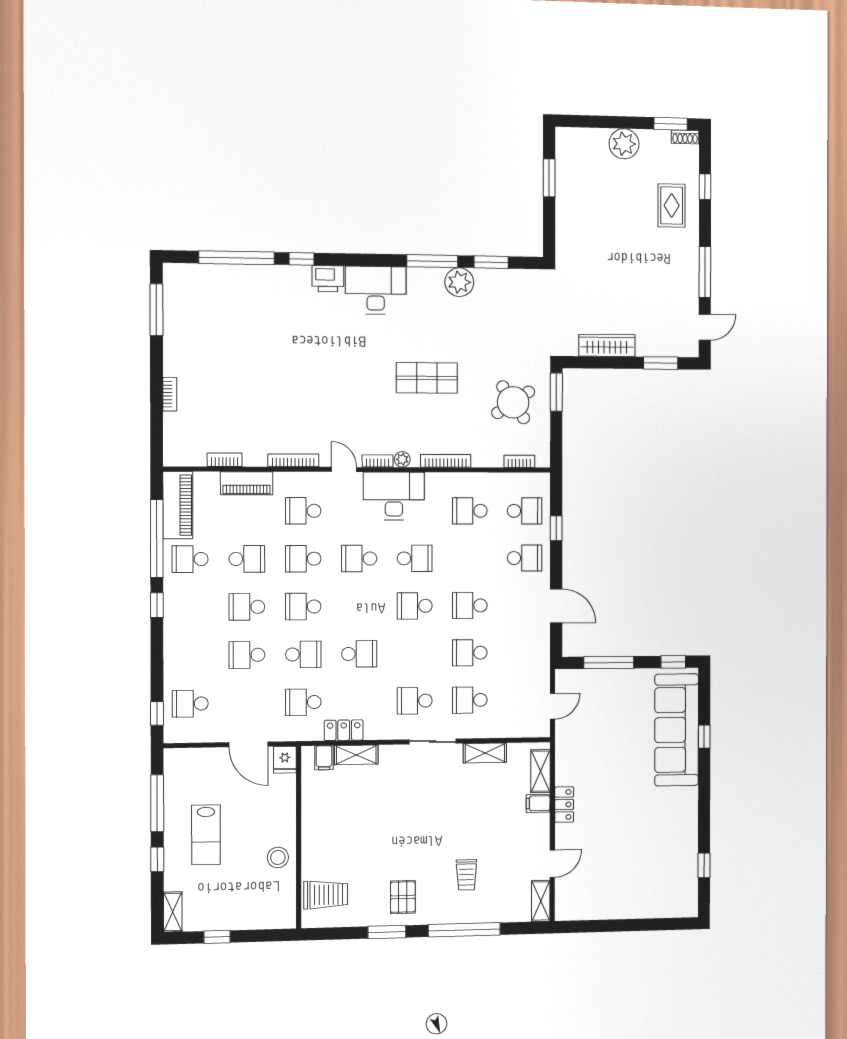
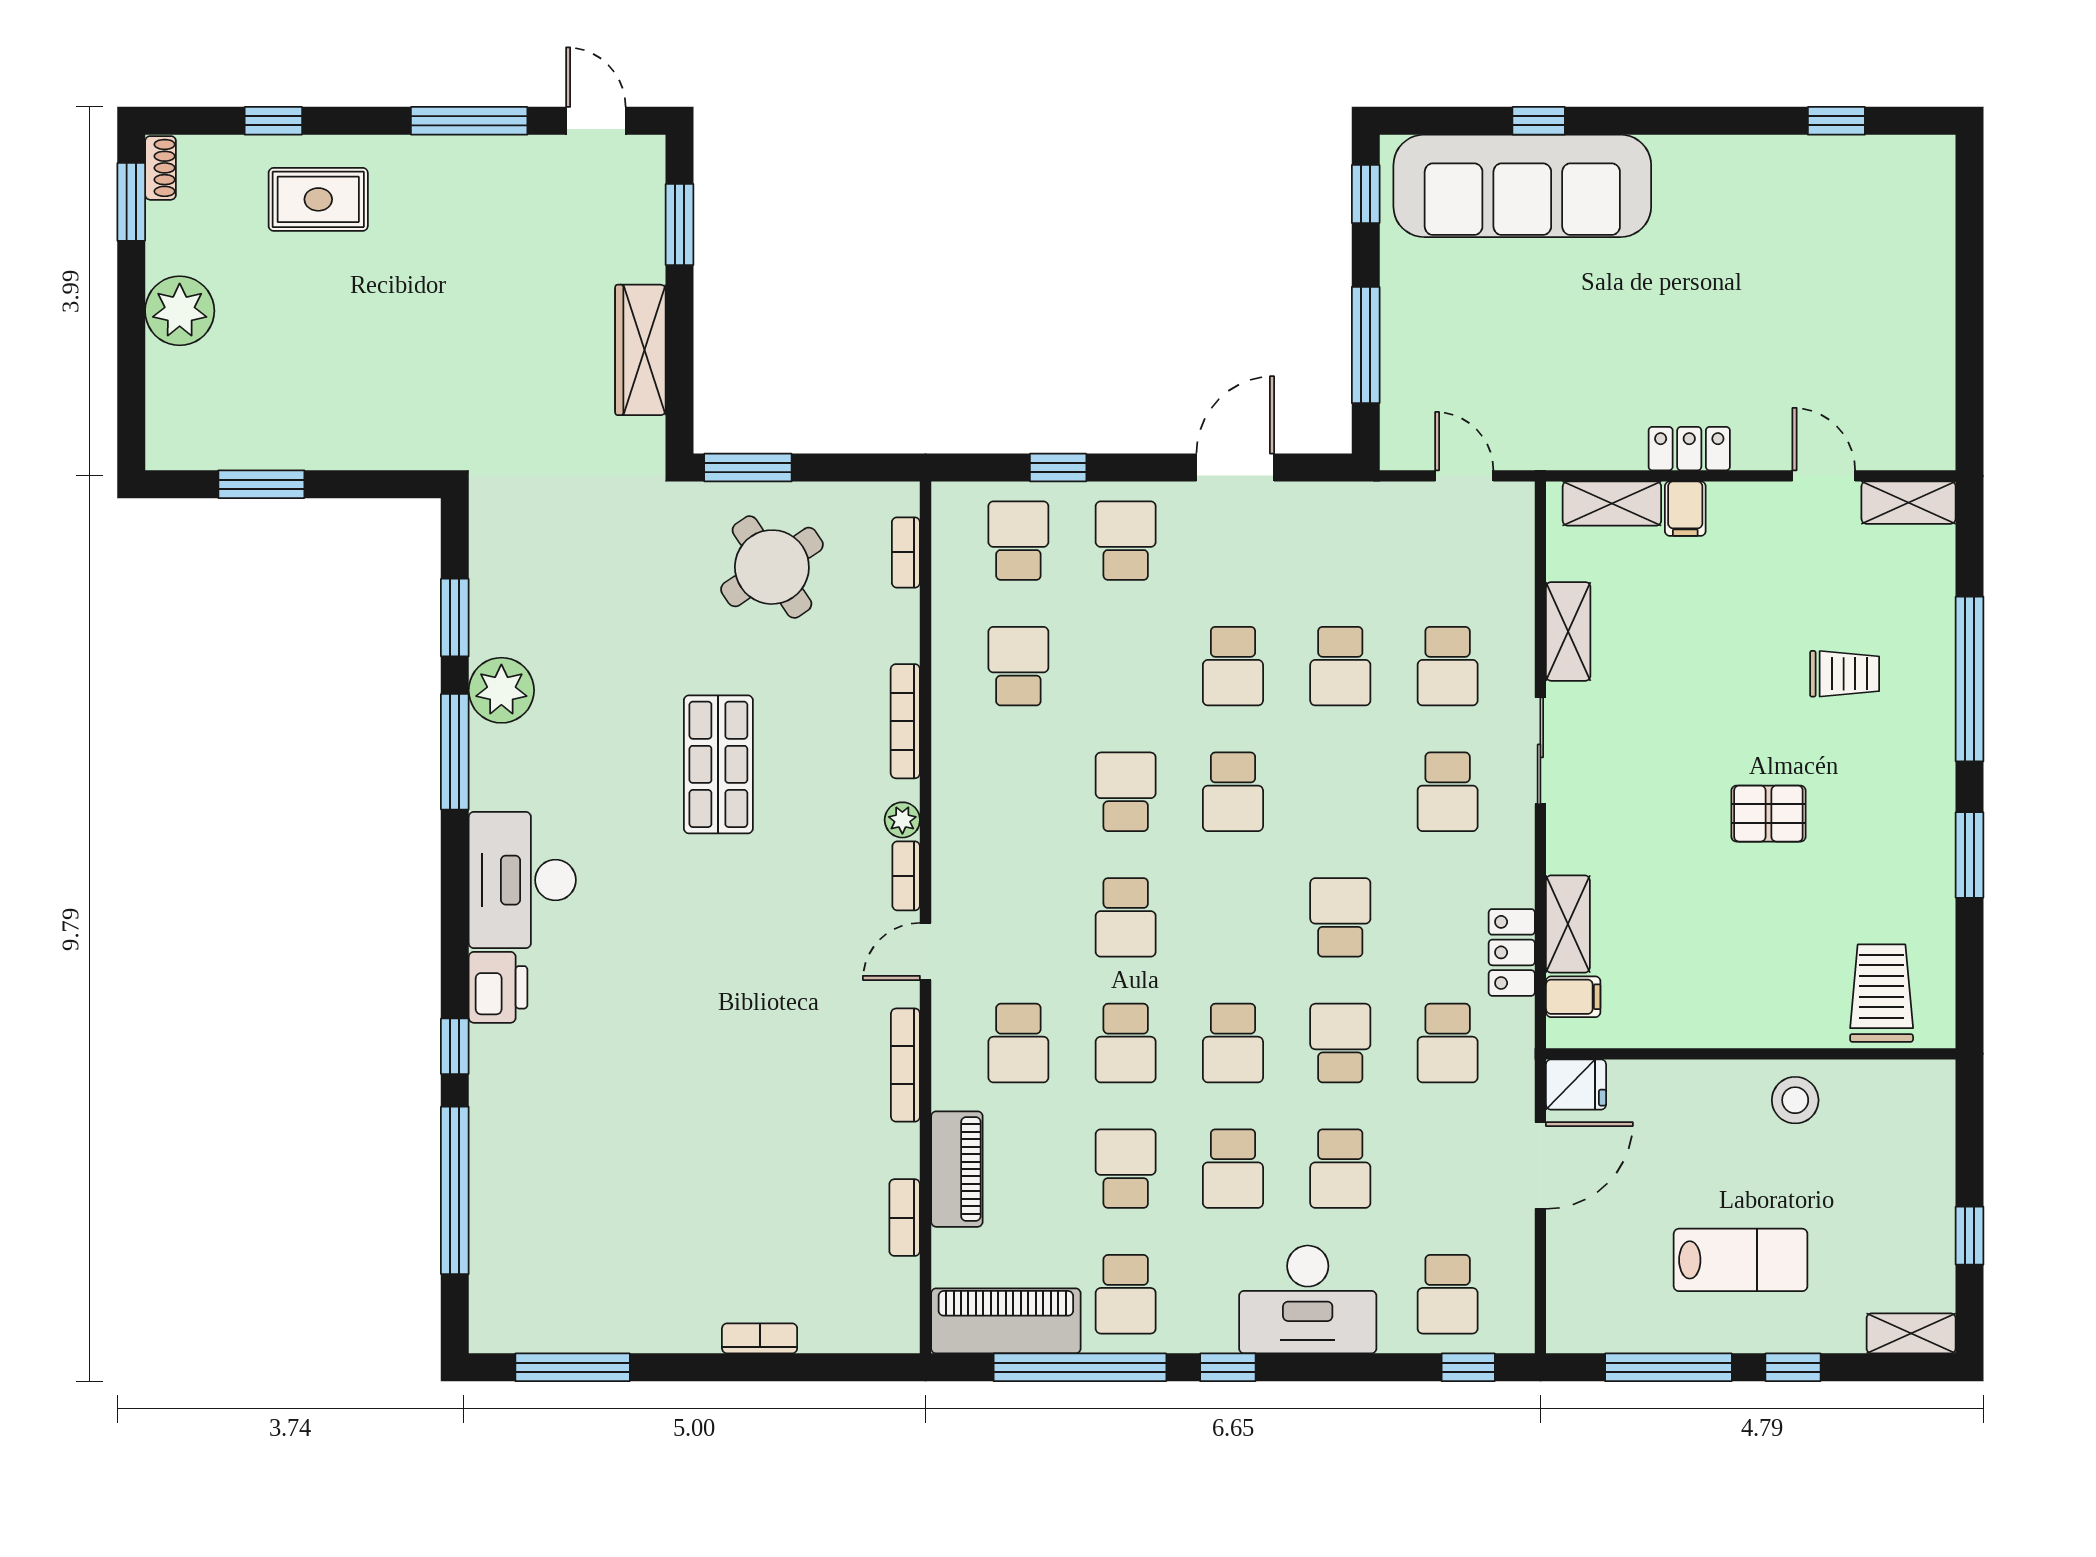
desk: (394, 496) -> (1308, 1299), moved, turned -90
school desk: (470, 511) -> (1018, 666), turned 180
pallet: (403, 897) -> (1768, 814), moved

